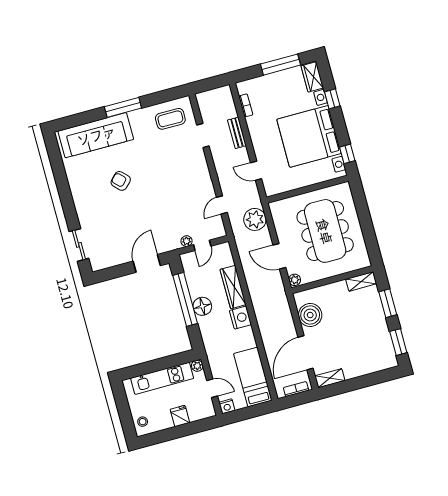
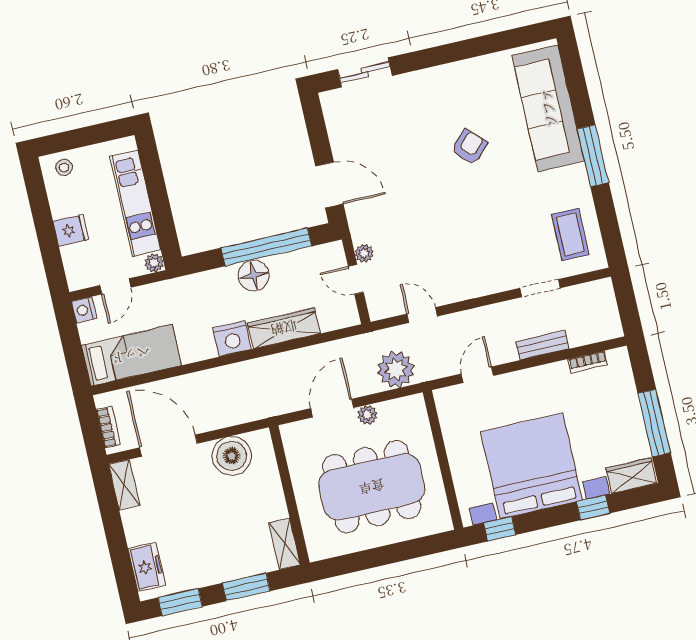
plant: (295, 280) -> (367, 415), moved
freezer: (378, 363) -> (147, 567), added

